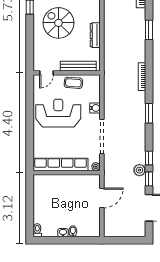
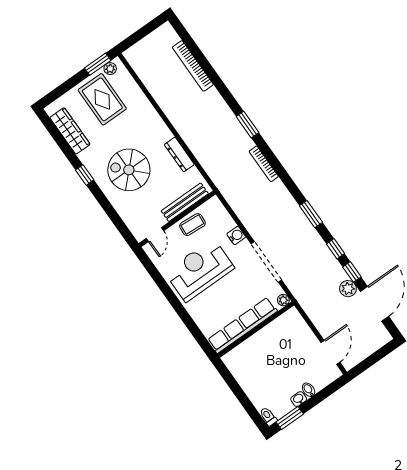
window: (149, 30) -> (248, 125), moved
window: (149, 113) -> (311, 214), moved
plant: (139, 170) -> (348, 289), moved
door: (102, 198) -> (330, 352), moved
window: (50, 240) -> (290, 418), added

